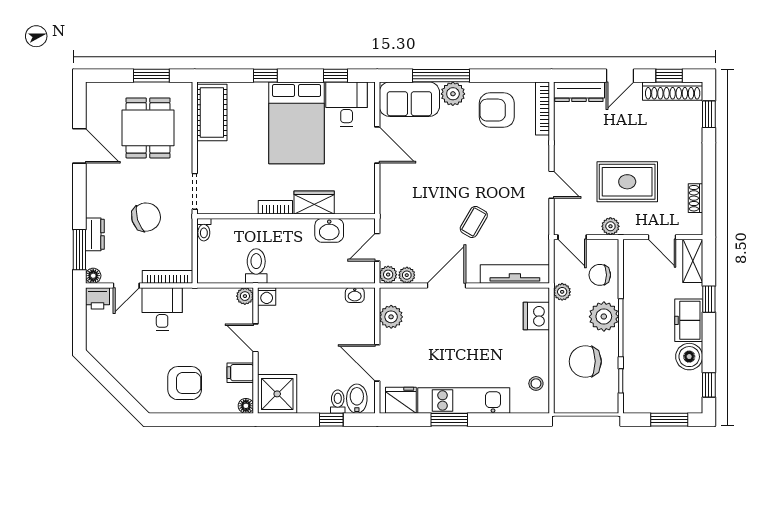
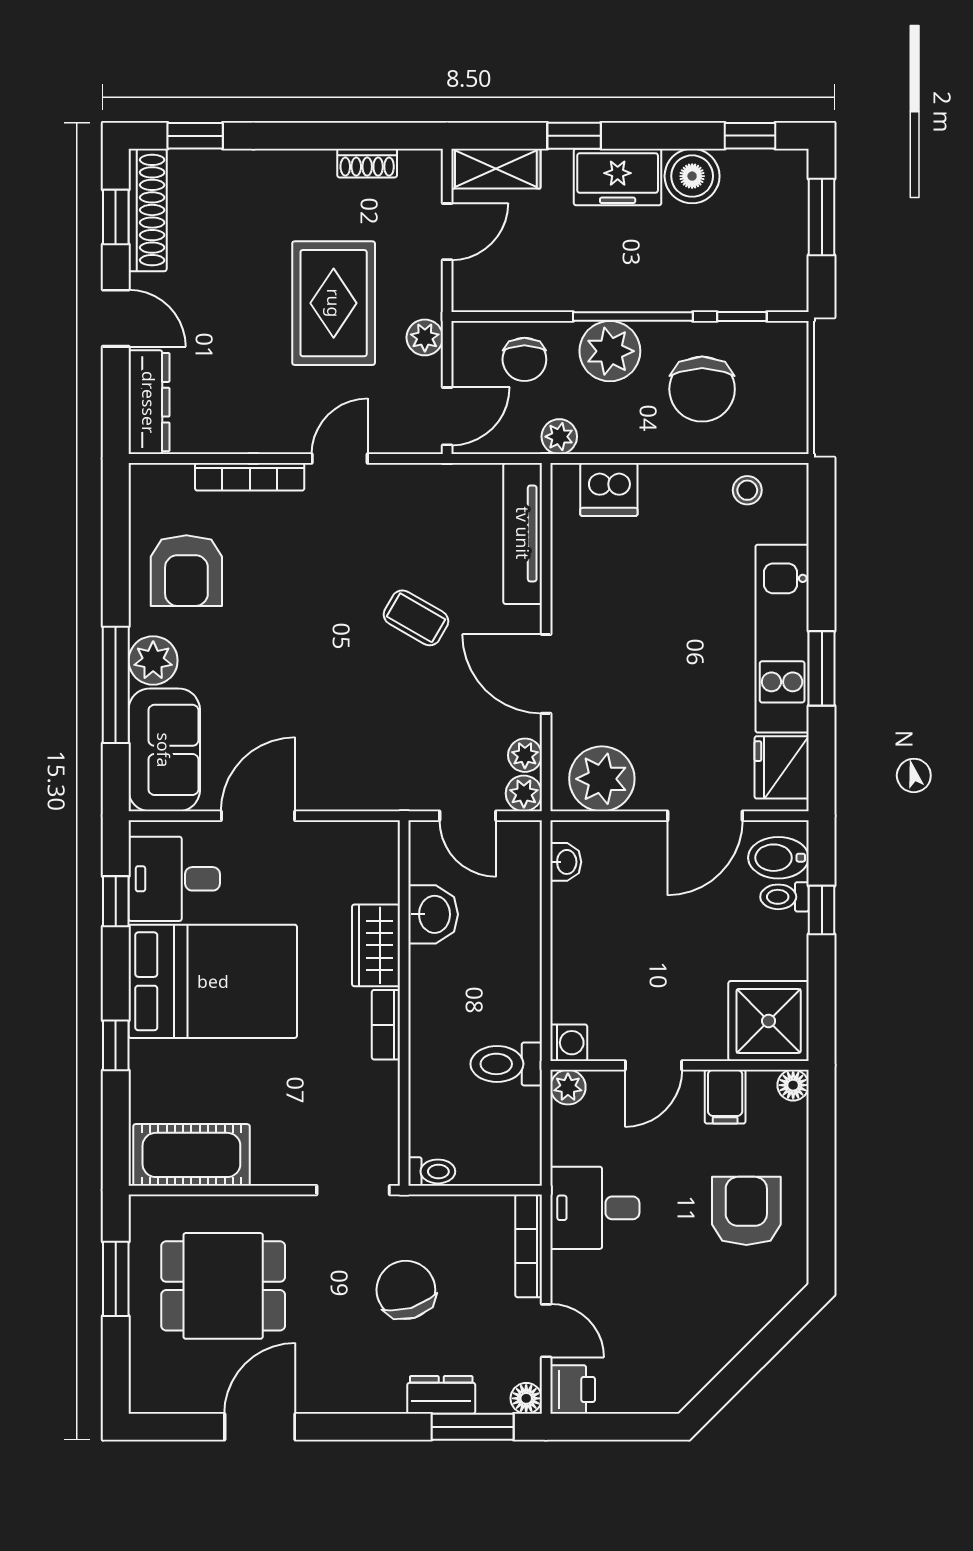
bookcase: (543, 108) -> (250, 477), moved
desk: (162, 309) -> (595, 1208), moved
plant: (391, 317) -> (602, 779), width x1.36, depth x1.36

